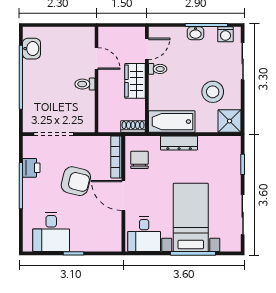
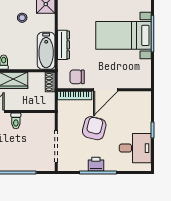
stool: (213, 92) -> (22, 18), width x0.53, depth x0.53
printer: (31, 168) -> (96, 164), moved
desk: (144, 234) -> (137, 73), removed

